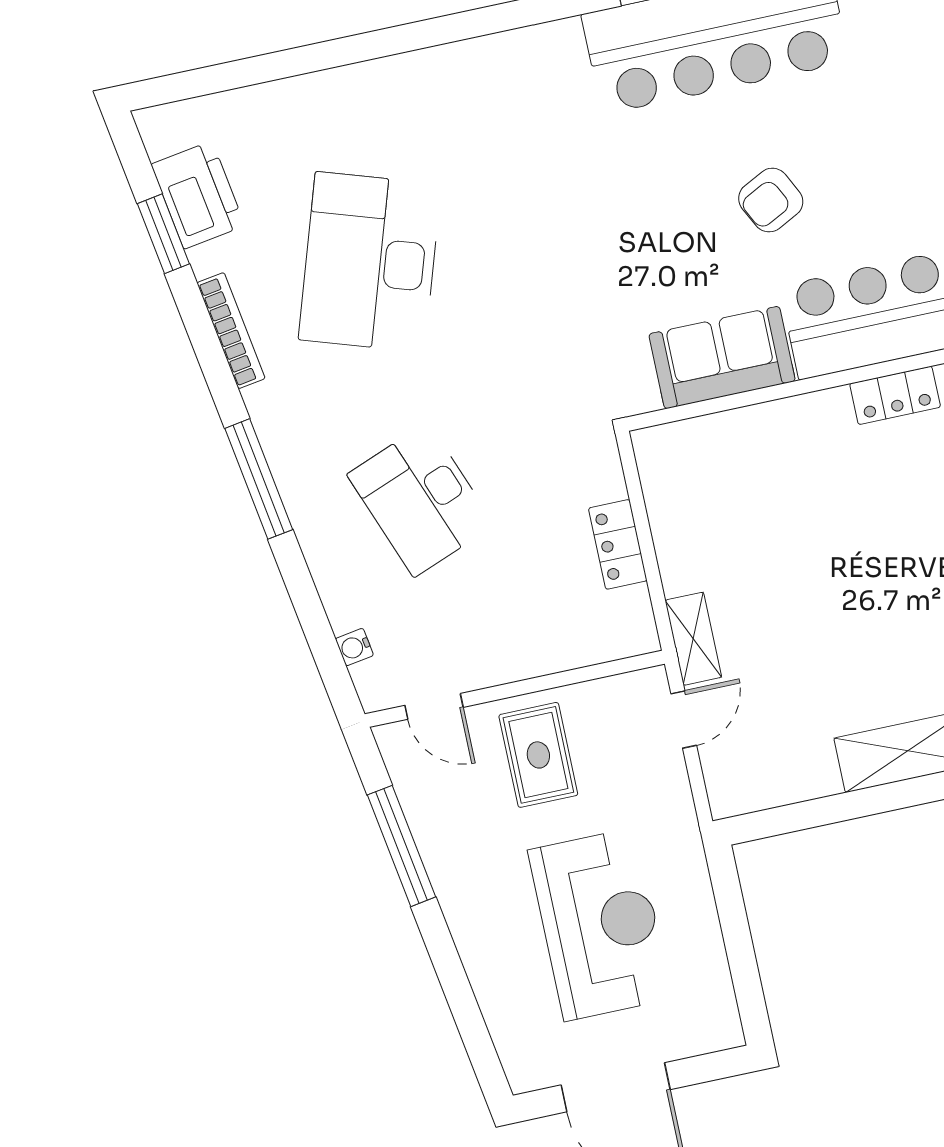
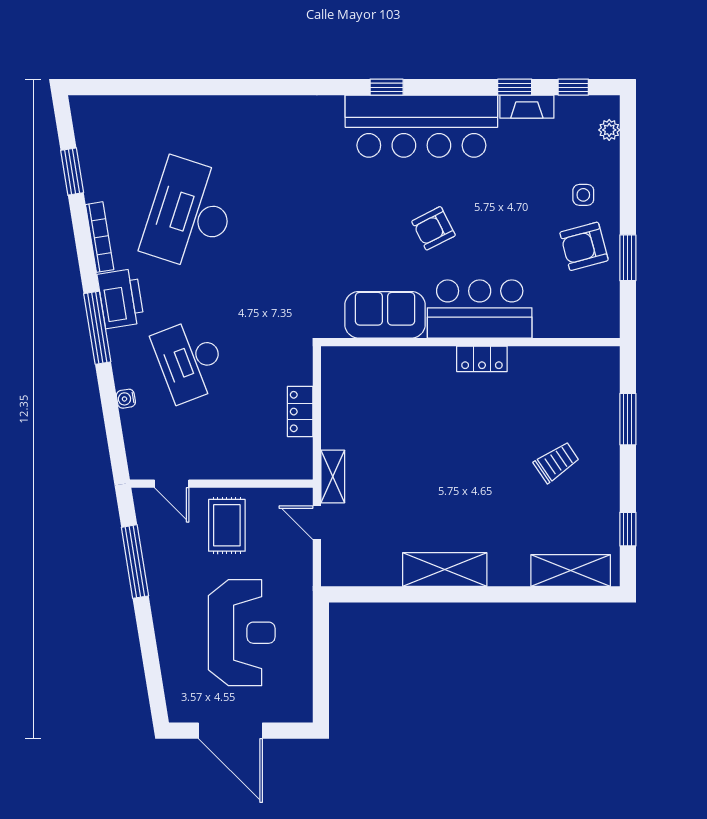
printer: (198, 195) -> (121, 299), moved
water cooler: (354, 647) -> (126, 399), moved
door: (684, 719) -> (317, 523), swing flipped

